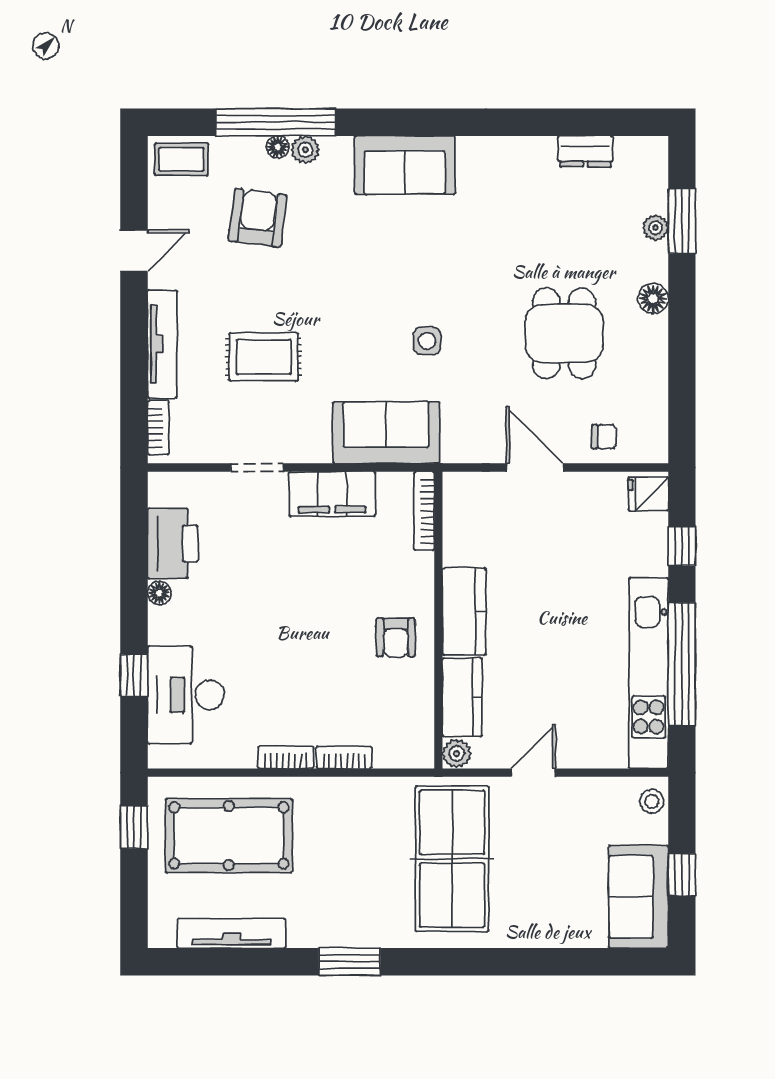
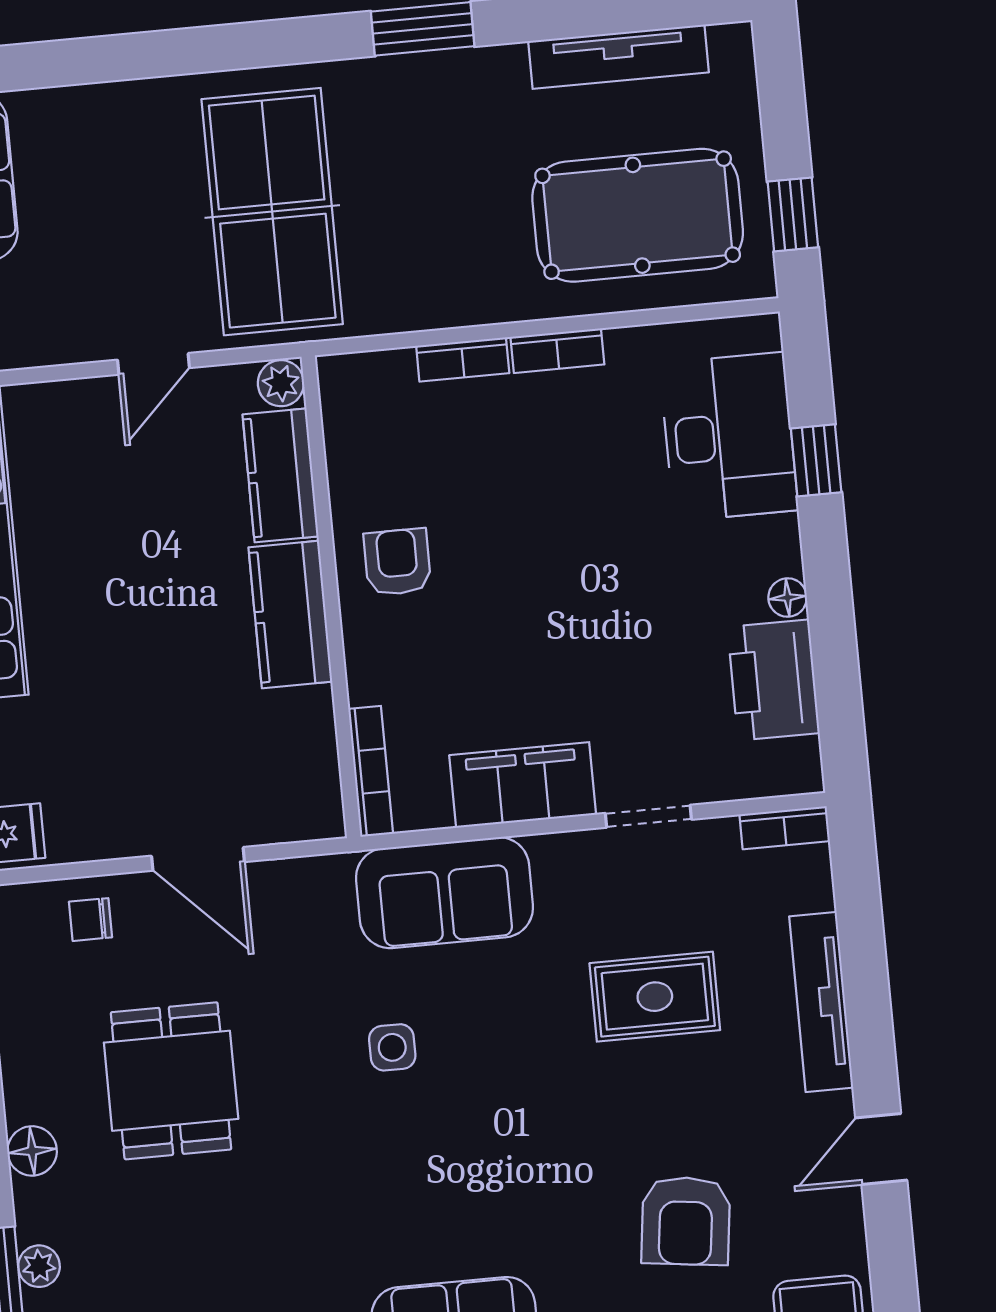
bookcase: (158, 428) -> (785, 828), moved, turned -90

